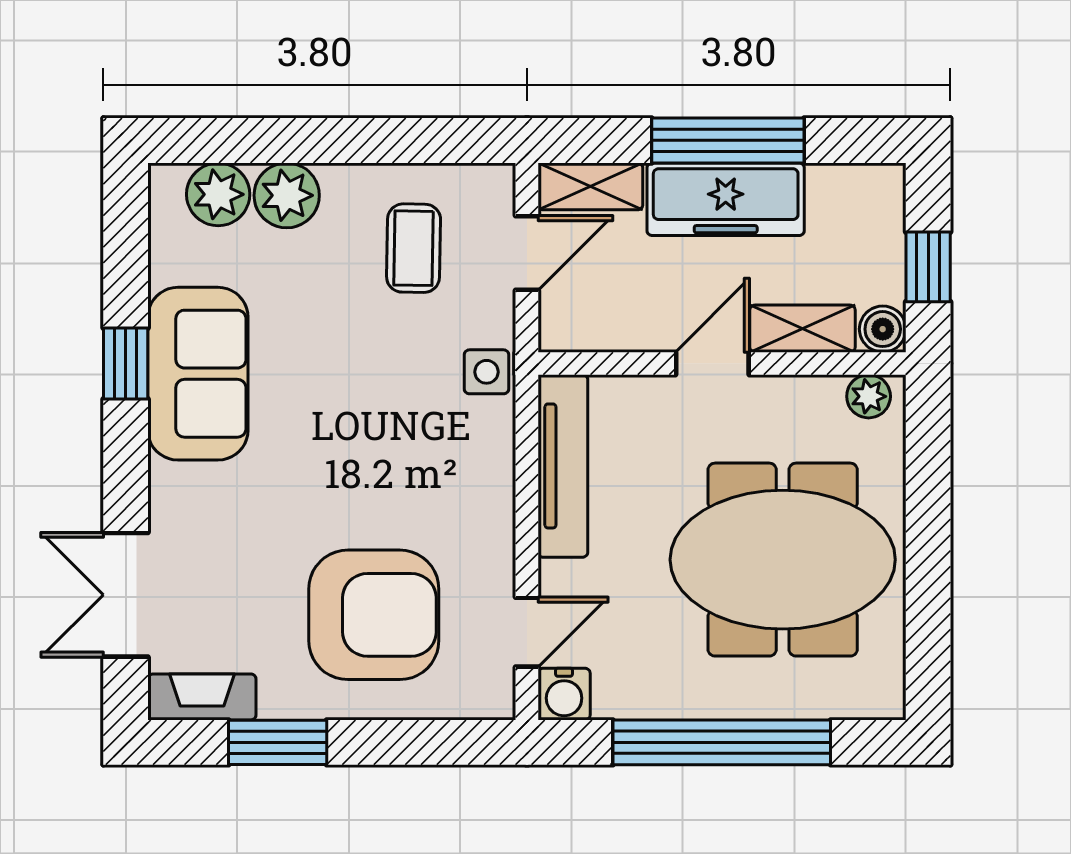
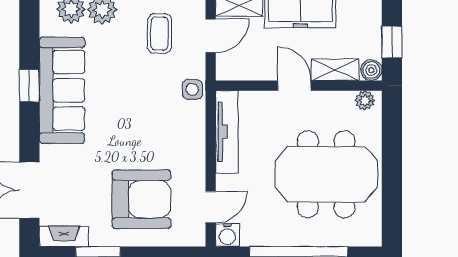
door: (712, 363) -> (294, 86), hinge flipped
sofa: (198, 374) -> (62, 90), width x1.36

